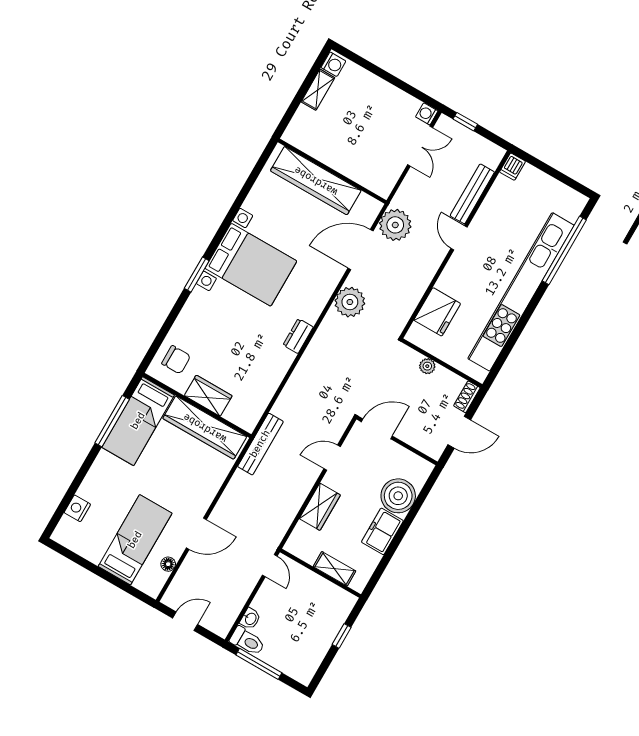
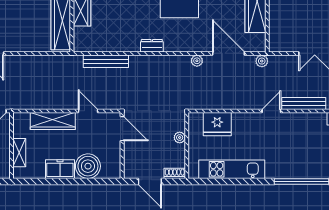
plant: (395, 225) -> (262, 61), width x0.53, depth x0.53
kitchen unit: (521, 292) -> (232, 169), width x0.54
plant: (350, 302) -> (197, 61), width x0.53, depth x0.53
bench: (260, 444) -> (106, 61), moved
wardrobe: (320, 507) -> (53, 121), width x1.50

